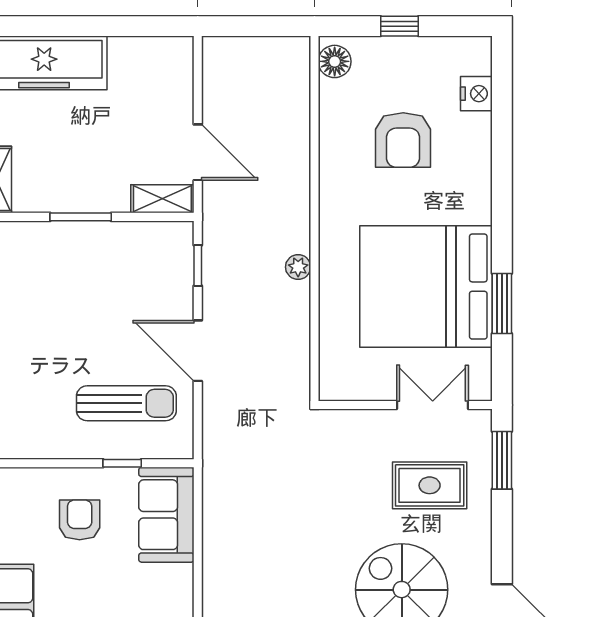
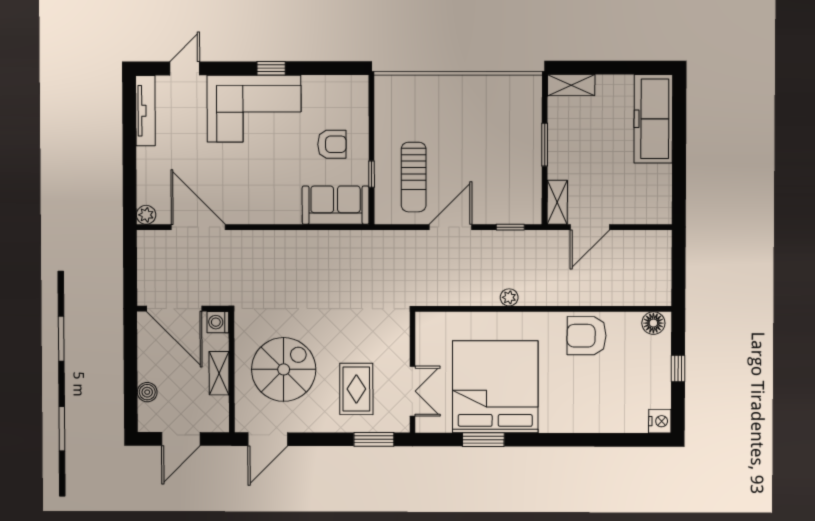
nightstand: (476, 94) -> (660, 421), moved, turned -90
armchair: (403, 140) -> (587, 336), moved

